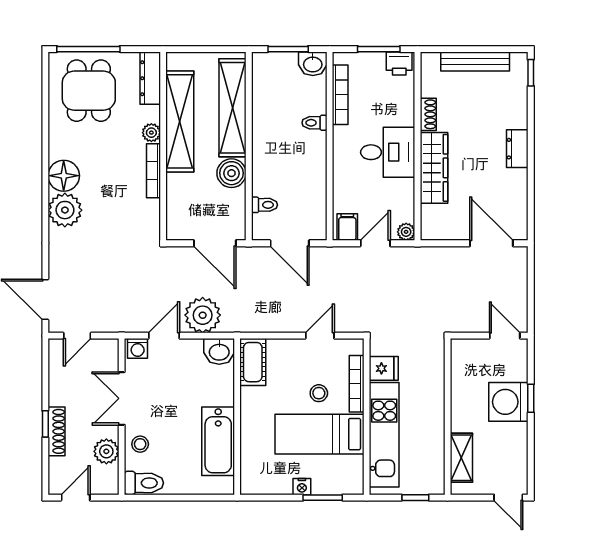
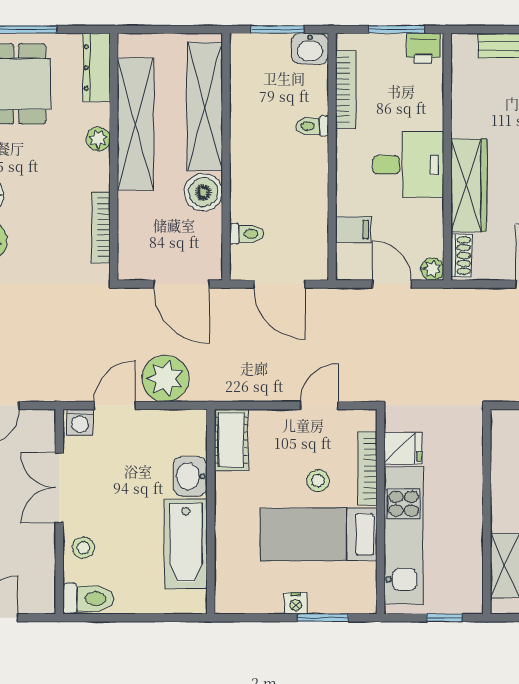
shoe rack: (428, 114) -> (461, 255), moved
bookcase: (153, 171) -> (101, 227), moved
filing cabinet: (347, 227) -> (353, 229), moved, turned 90
door: (375, 243) -> (392, 284), hinge flipped
washbasin: (219, 351) -> (190, 476), moved, turned 90
plant: (106, 451) -> (39, 557), removed

